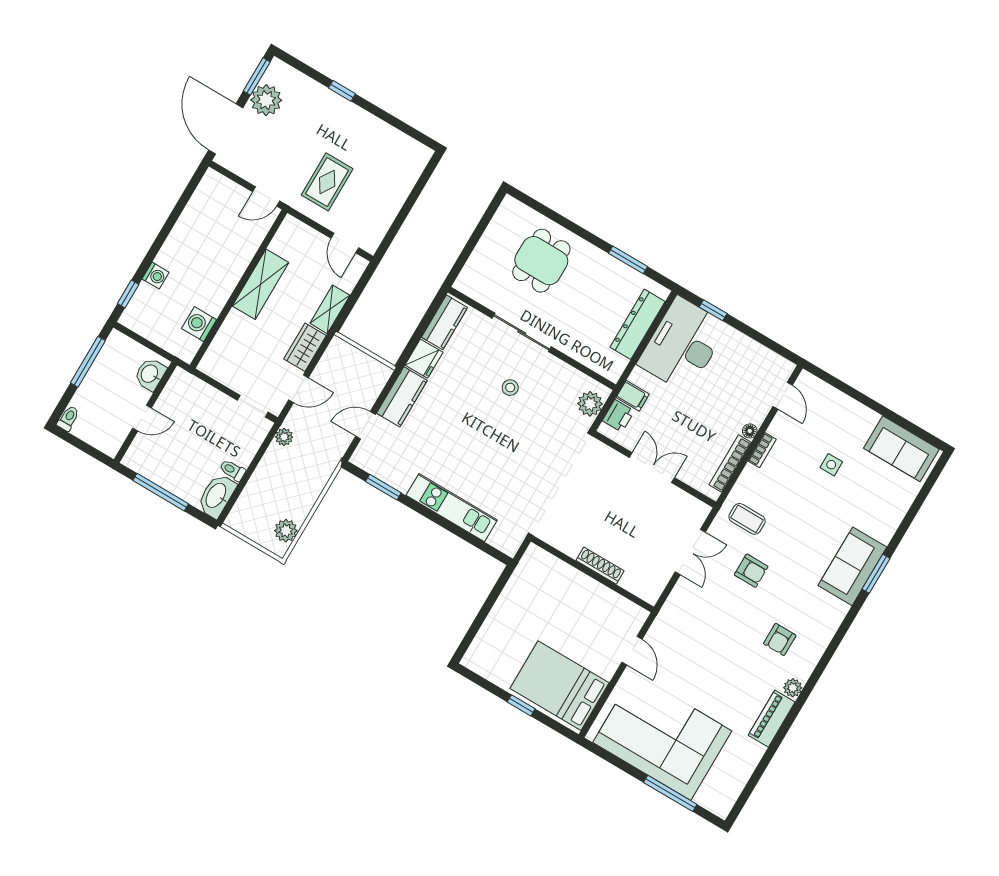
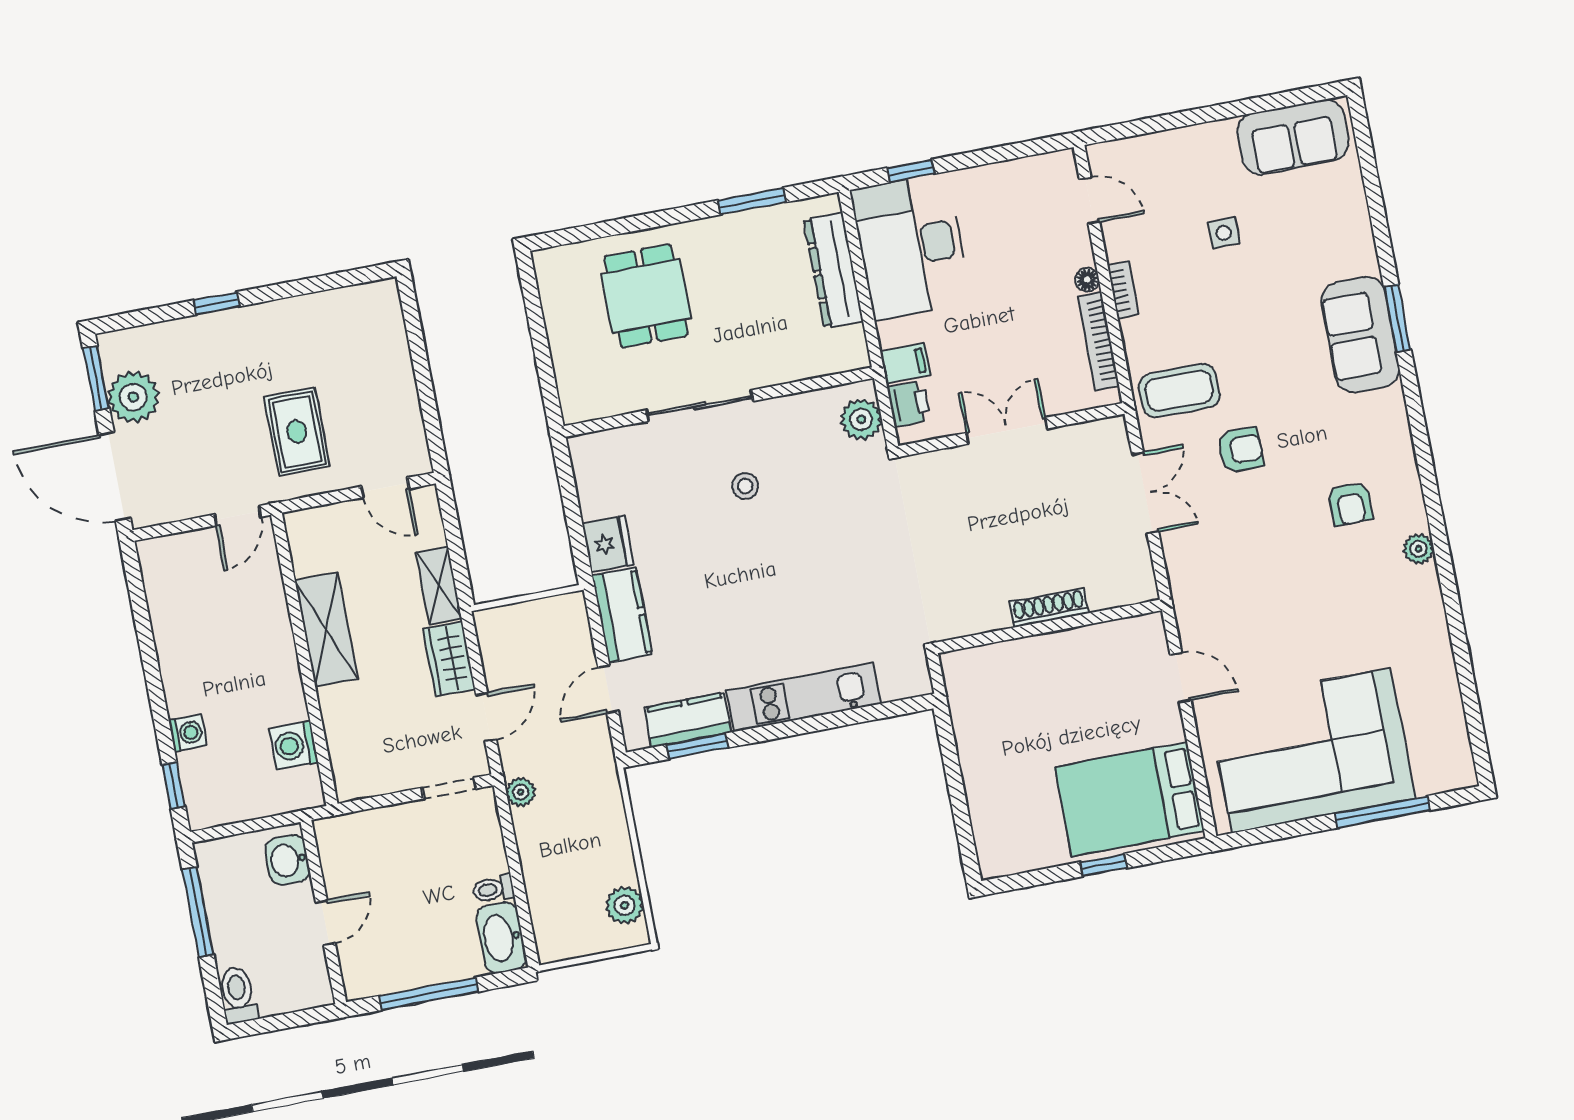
kitchen counter: (444, 322) -> (688, 720), moved, turned -90
toilet: (68, 418) -> (238, 995), width x1.37, depth x1.39
coffee table: (747, 519) -> (1179, 391), width x1.36, depth x1.30
piano: (772, 719) -> (1426, 610), removed

